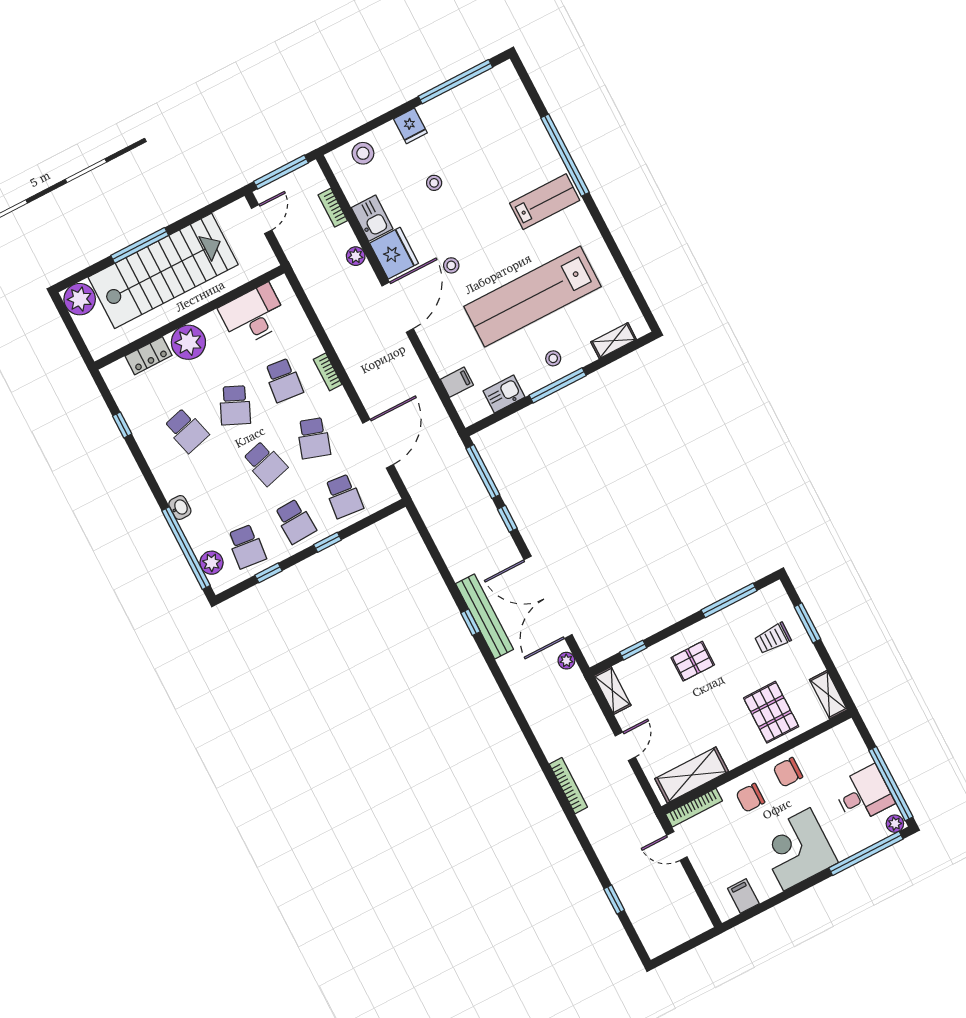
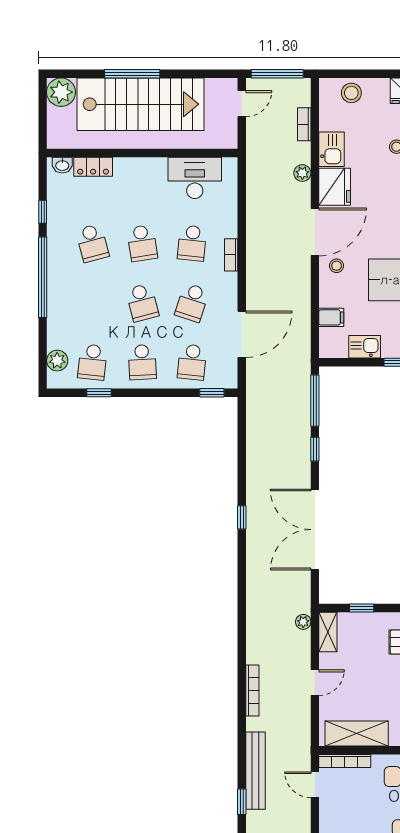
stool: (451, 265) -> (337, 266), moved
plant: (188, 342) -> (131, 173), removed
school desk: (235, 405) -> (142, 243), turned -33
washbasin: (180, 508) -> (62, 165), moved, turned 90
window: (327, 542) -> (212, 393), moved
window: (186, 548) -> (43, 277), moved
bench: (485, 616) -> (255, 771), moved
plant: (566, 661) -> (303, 622), moved

